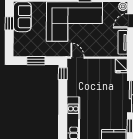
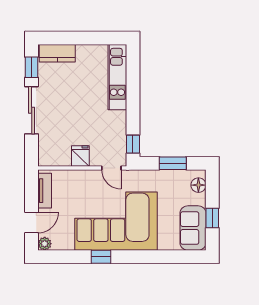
floor lamp: (19, 46) -> (198, 185), added
fridge: (121, 66) -> (80, 156), moved

